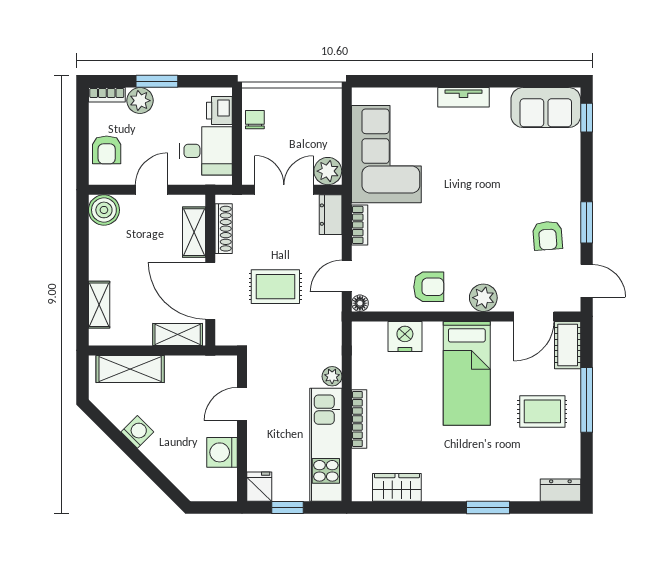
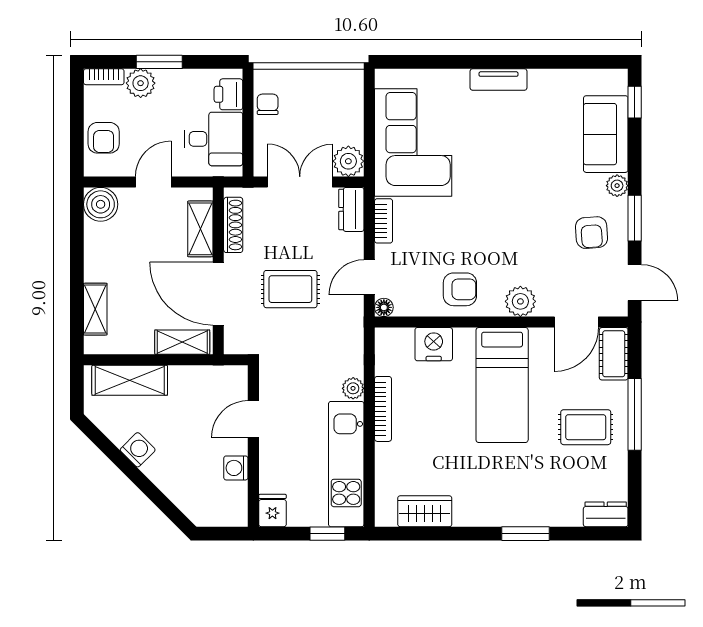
sofa: (546, 108) -> (606, 134), moved, turned 90
plant: (571, 193) -> (617, 186), added
bookcase: (359, 419) -> (383, 409), moved
washing machine: (222, 452) -> (236, 468), width x0.73, depth x0.73
window: (287, 508) -> (327, 534), moved

